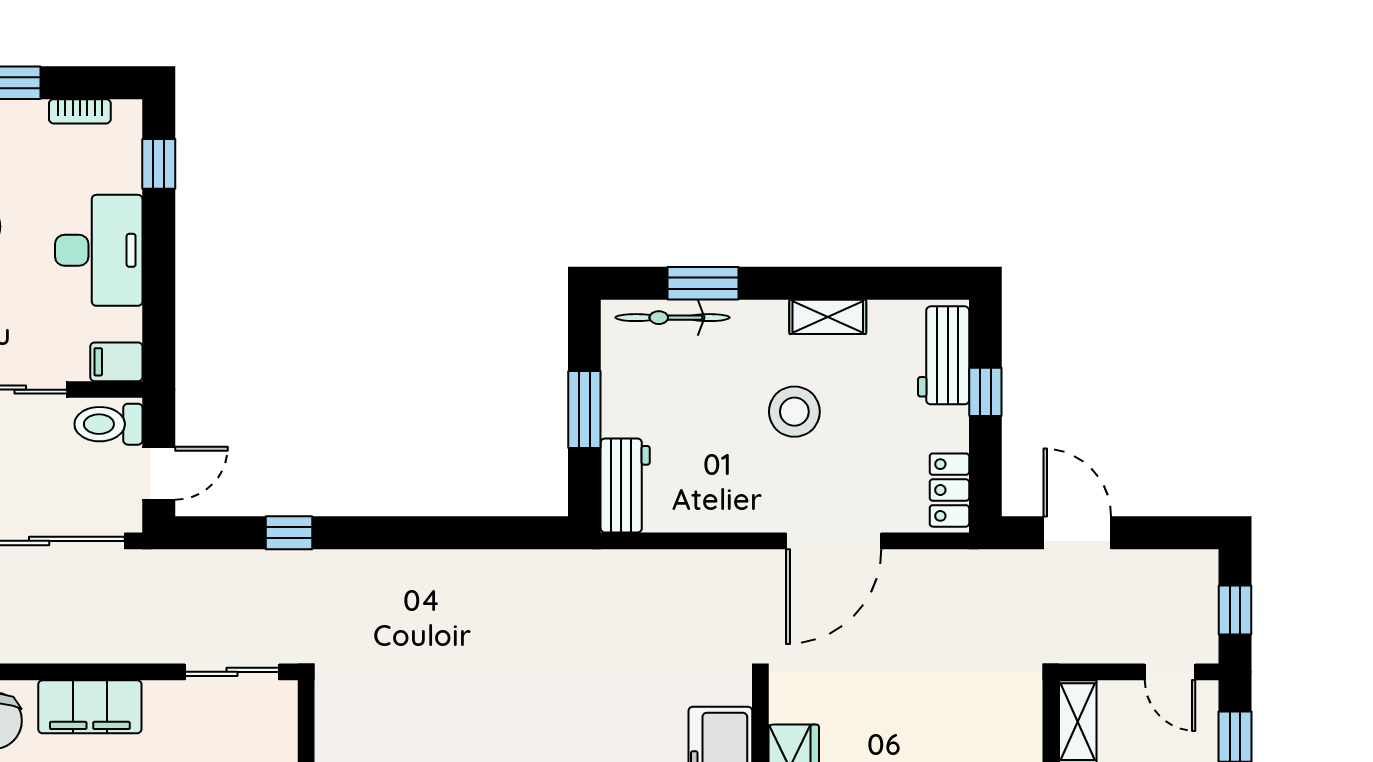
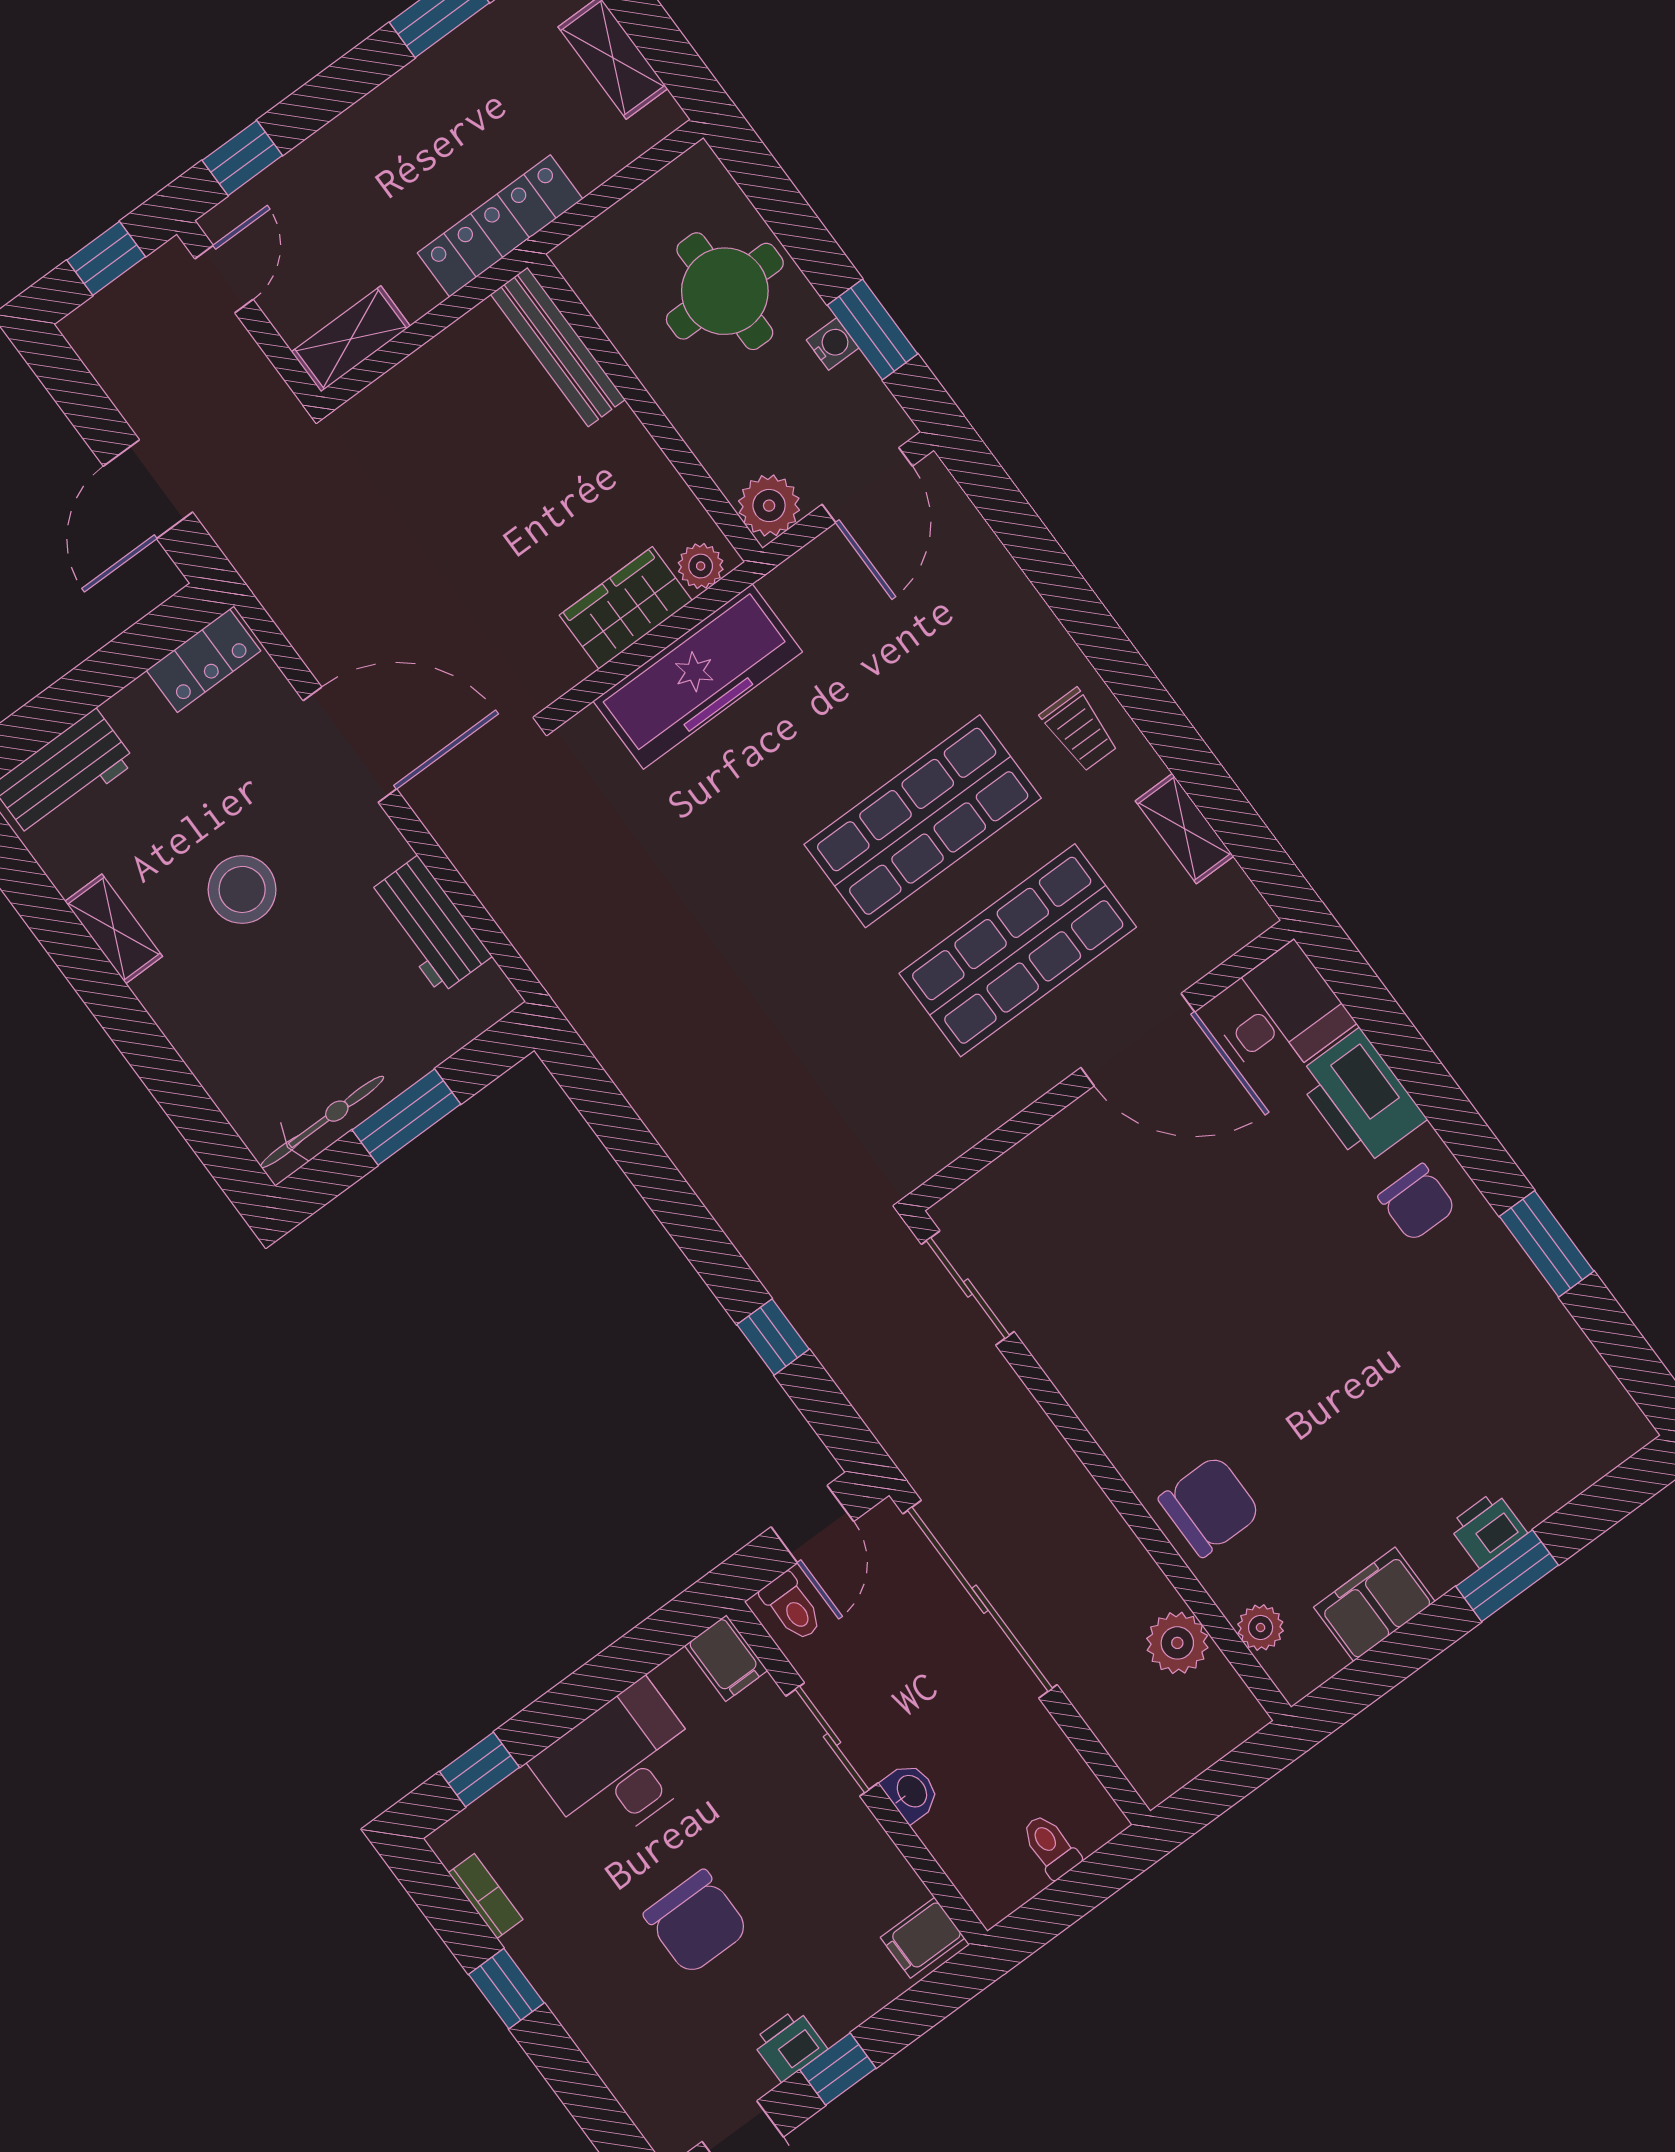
window: (703, 283) -> (176, 1090), removed
bicycle: (673, 318) -> (322, 1122), moved, turned -90
window: (985, 392) -> (69, 700), removed
toilet: (108, 424) -> (792, 1607), width x0.73, depth x0.72
door: (159, 473) -> (812, 1524), swing flipped
workbench: (625, 486) -> (429, 925), moved, turned -90
filing cabinet: (90, 707) -> (1118, 1413), removed

